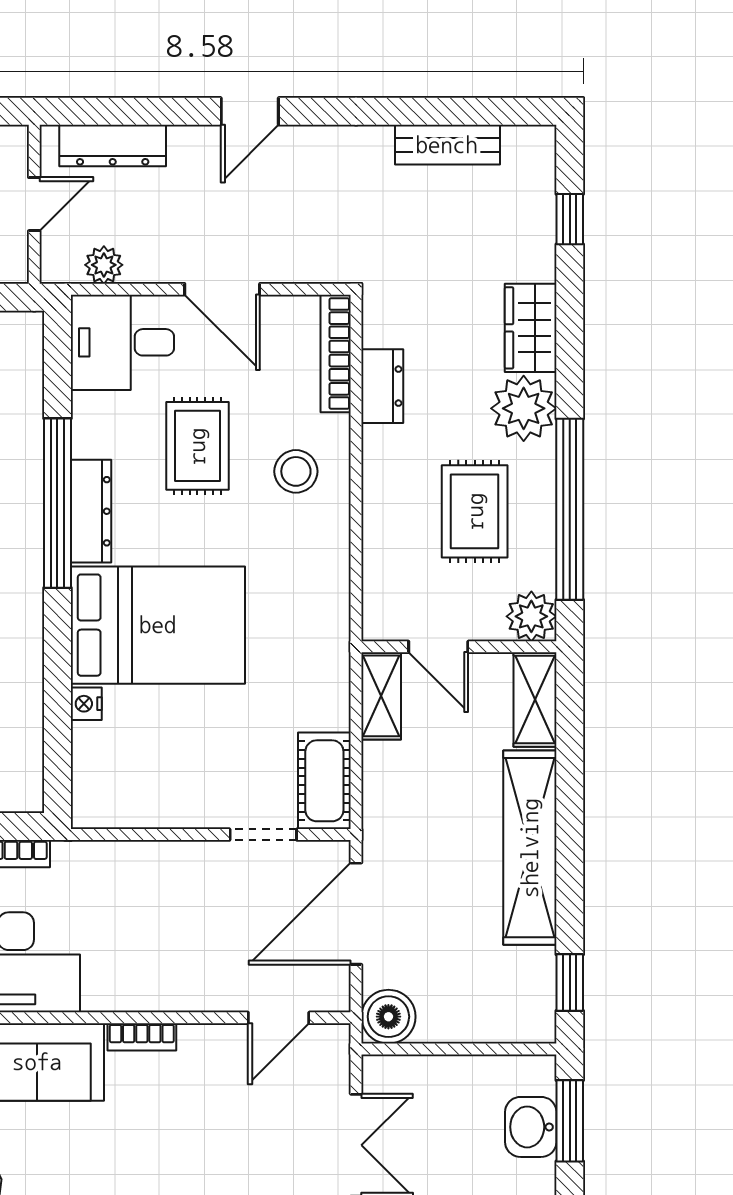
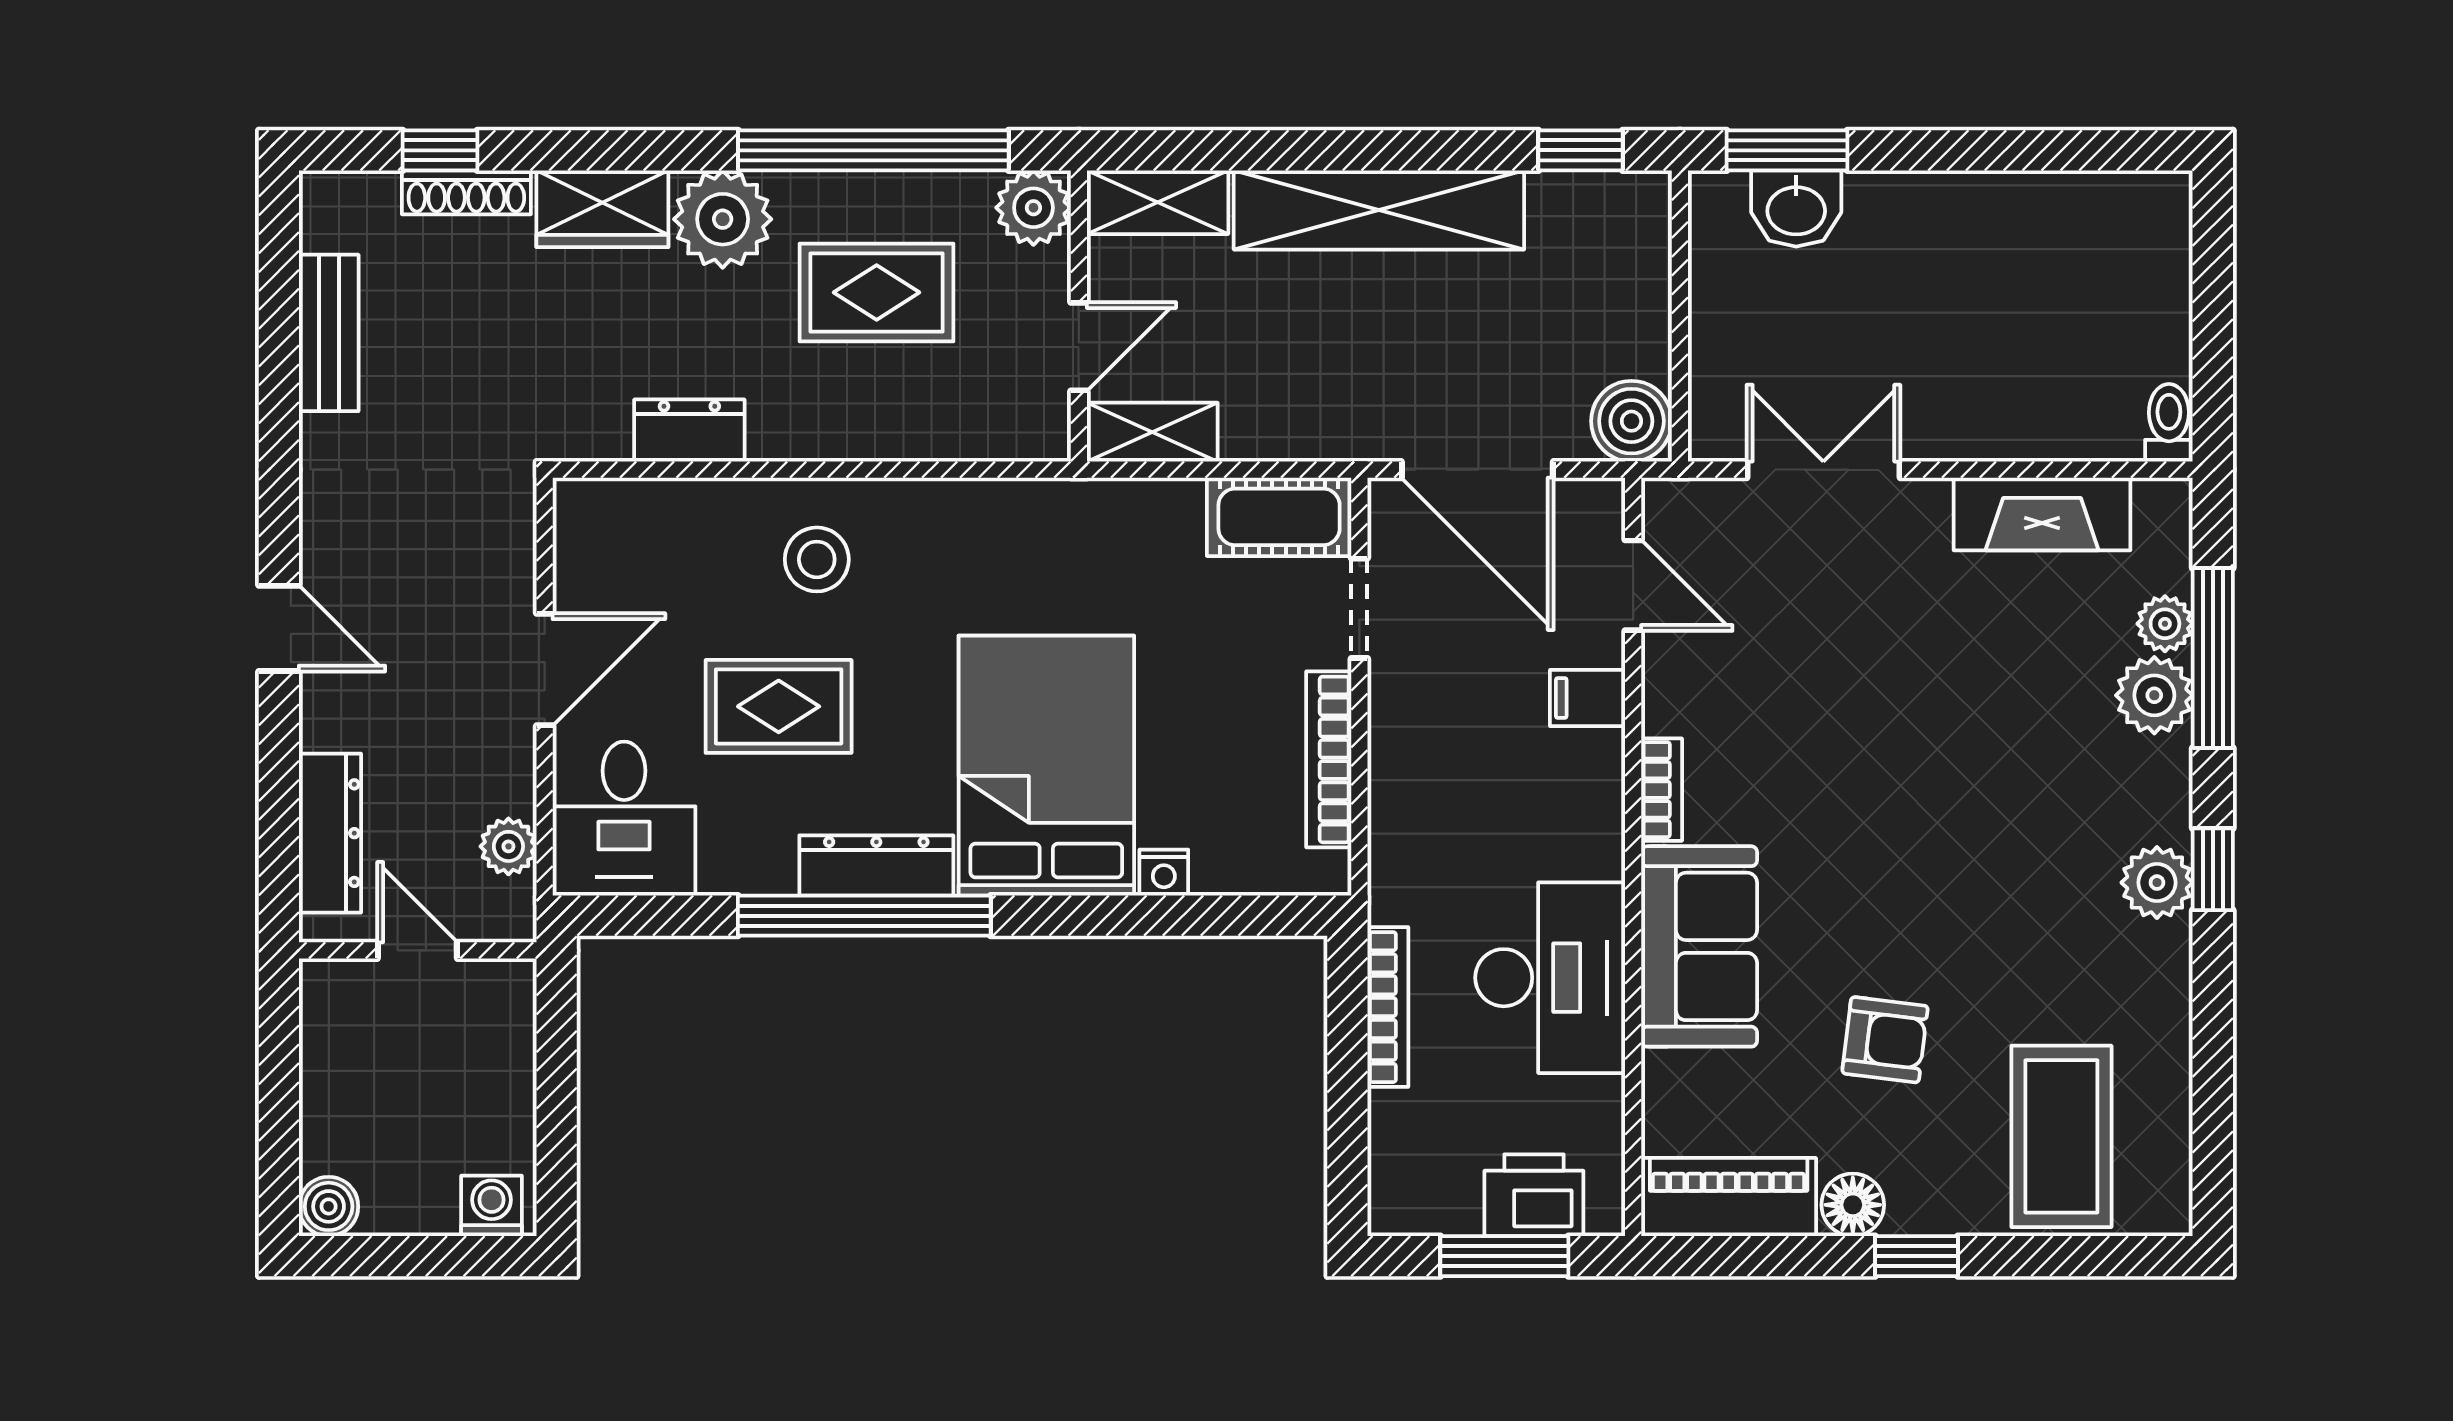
shoe rack: (542, 237) -> (466, 192), added
bookcase: (336, 354) -> (1329, 759), moved, turned 90
filing cabinet: (203, 987) -> (1588, 698), added

